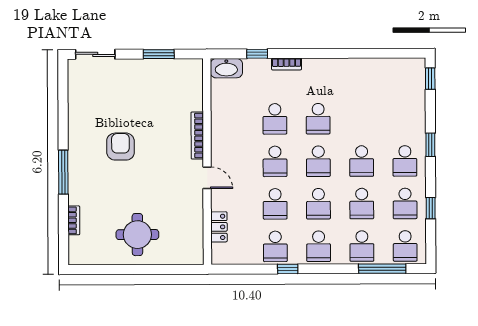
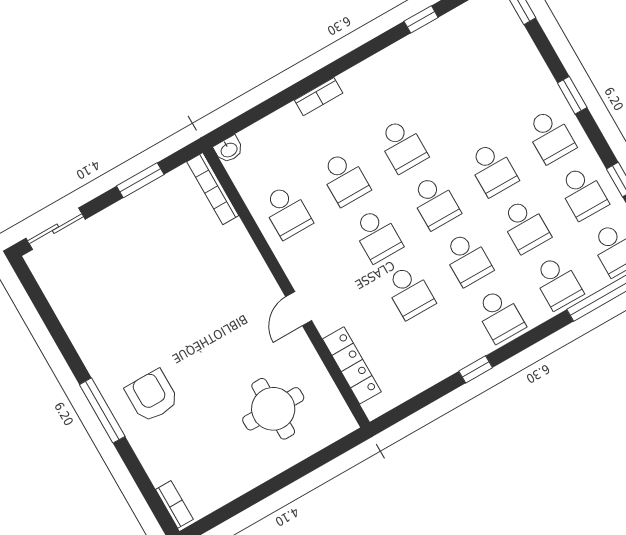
window: (257, 54) -> (421, 19), moved
washbasin: (226, 68) -> (229, 150), width x0.52, depth x0.69
bookcase: (197, 136) -> (213, 189), moved
armchair: (120, 147) -> (152, 396), moved
door: (207, 178) -> (299, 309), swing flipped
bookcase: (74, 220) -> (174, 504), moved
locker: (219, 227) -> (352, 365), width x1.53
round table: (137, 235) -> (273, 409), moved
school desk: (275, 246) -> (287, 212), moved

